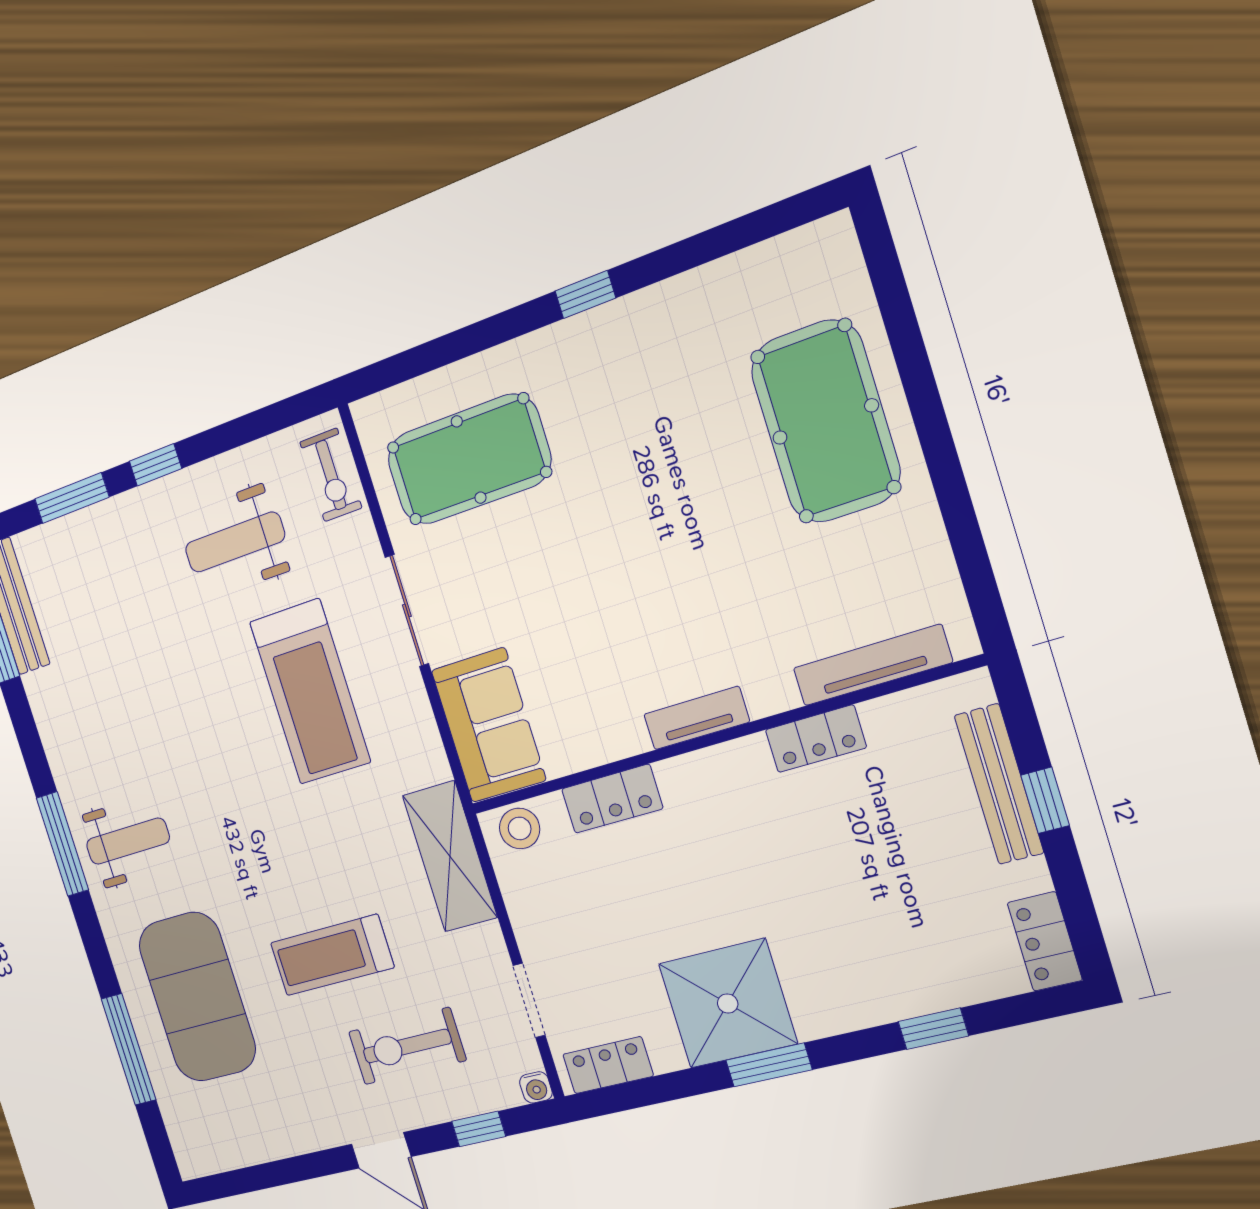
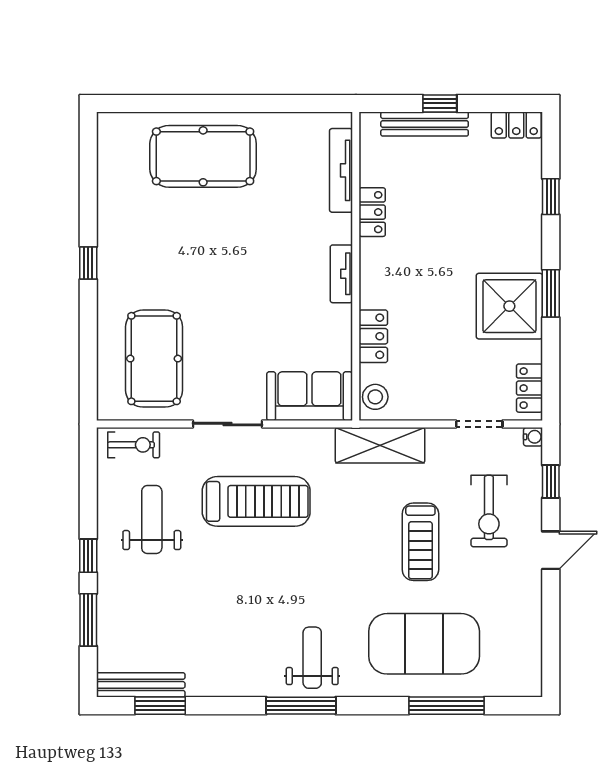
weight bench: (235, 542) -> (152, 520), turned 180

